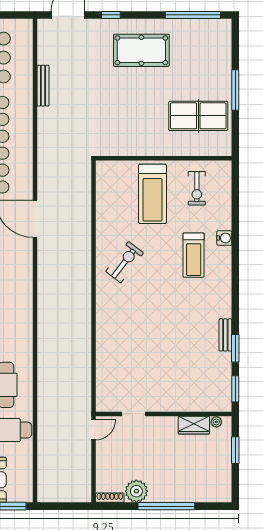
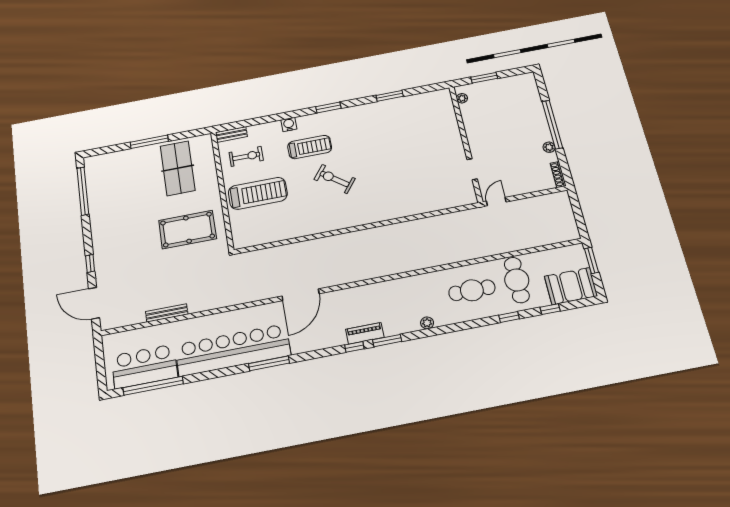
pool table: (141, 50) -> (187, 230), moved, turned 90
exercise bike: (125, 262) -> (335, 179), moved
bench: (225, 335) -> (231, 134), moved
window: (235, 389) -> (328, 108), moved
wardrobe: (194, 425) -> (470, 116), removed
door: (94, 430) -> (496, 202), hinge flipped
plant: (136, 491) -> (549, 147), width x0.53, depth x0.53

